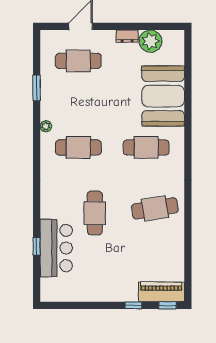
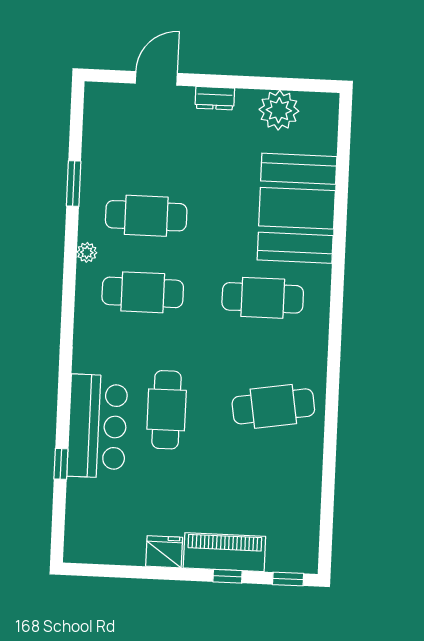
dresser: (127, 36) -> (215, 98), moved
cafe table: (78, 61) -> (146, 216), moved
bar counter: (56, 248) -> (97, 426), moved
piano: (161, 292) -> (224, 552), moved
fridge: (97, 293) -> (164, 552), added

